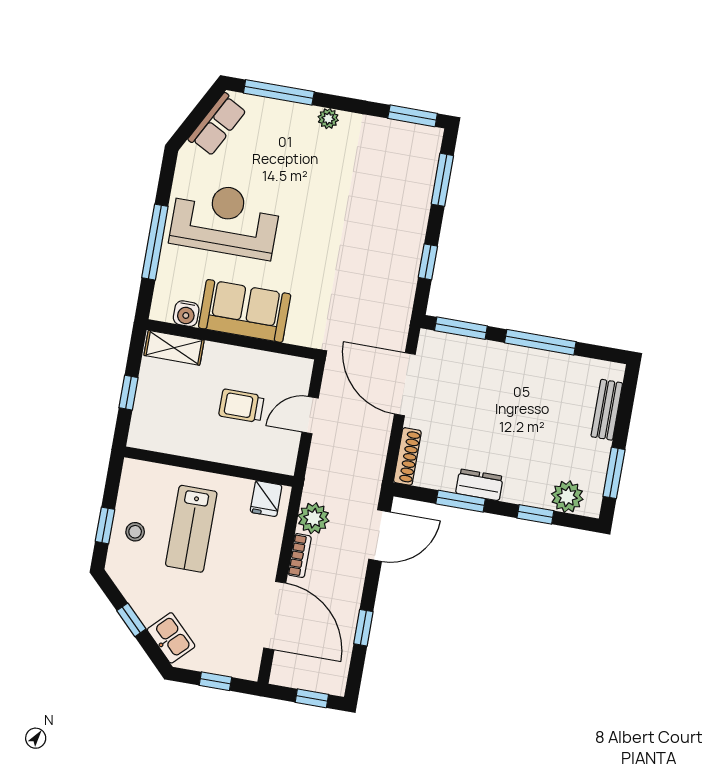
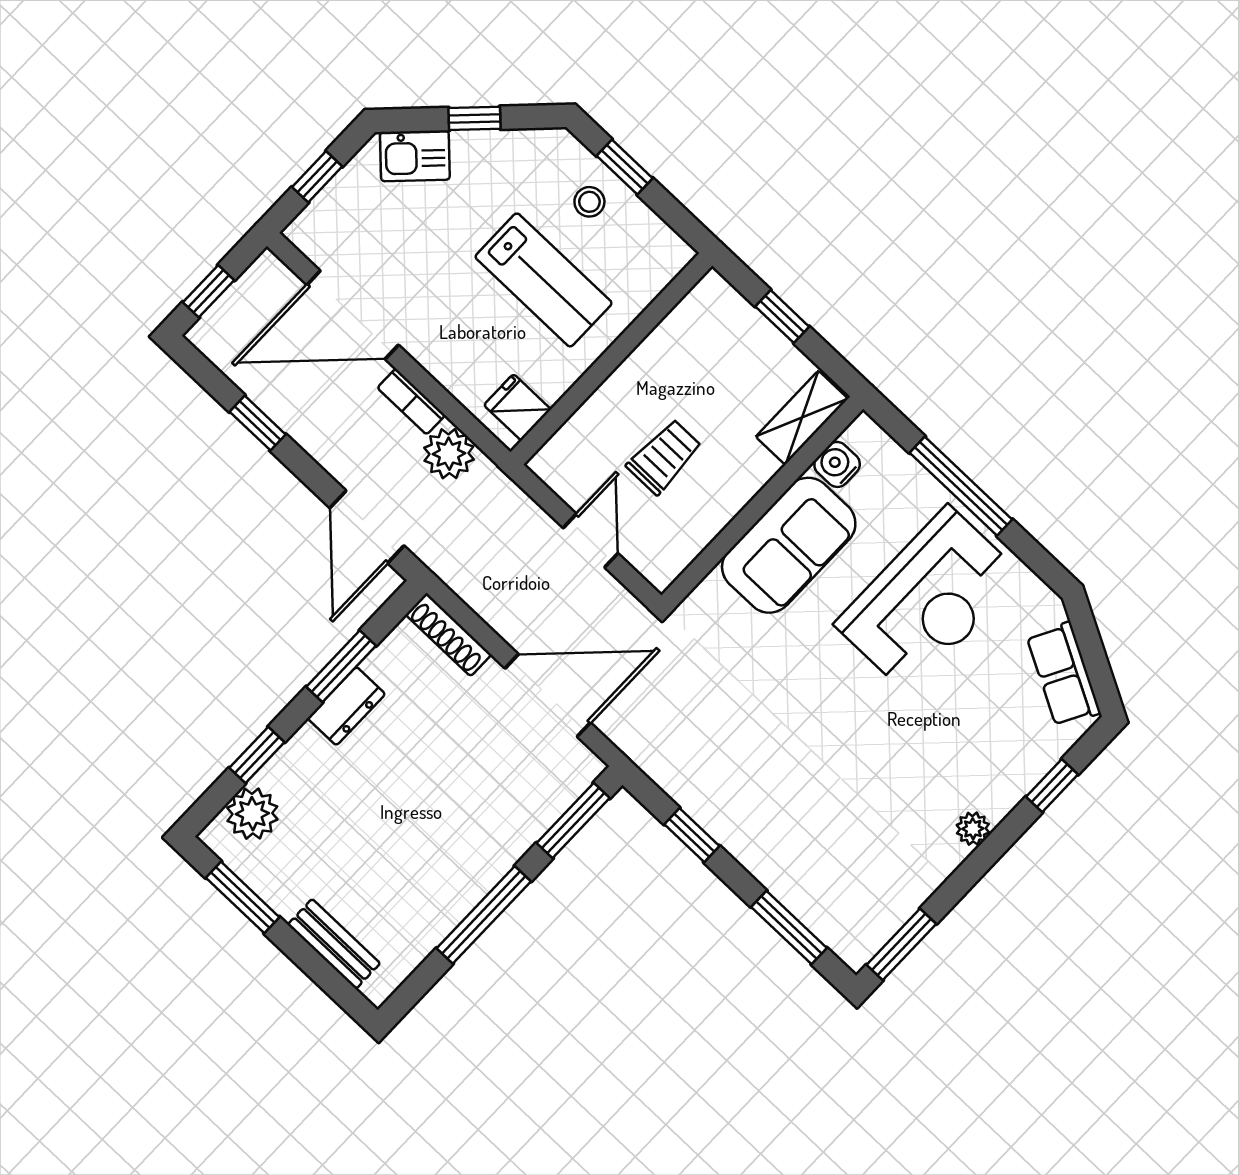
window: (279, 92) -> (1052, 786), width x0.46
lab bench: (191, 529) -> (544, 280), turned 180

